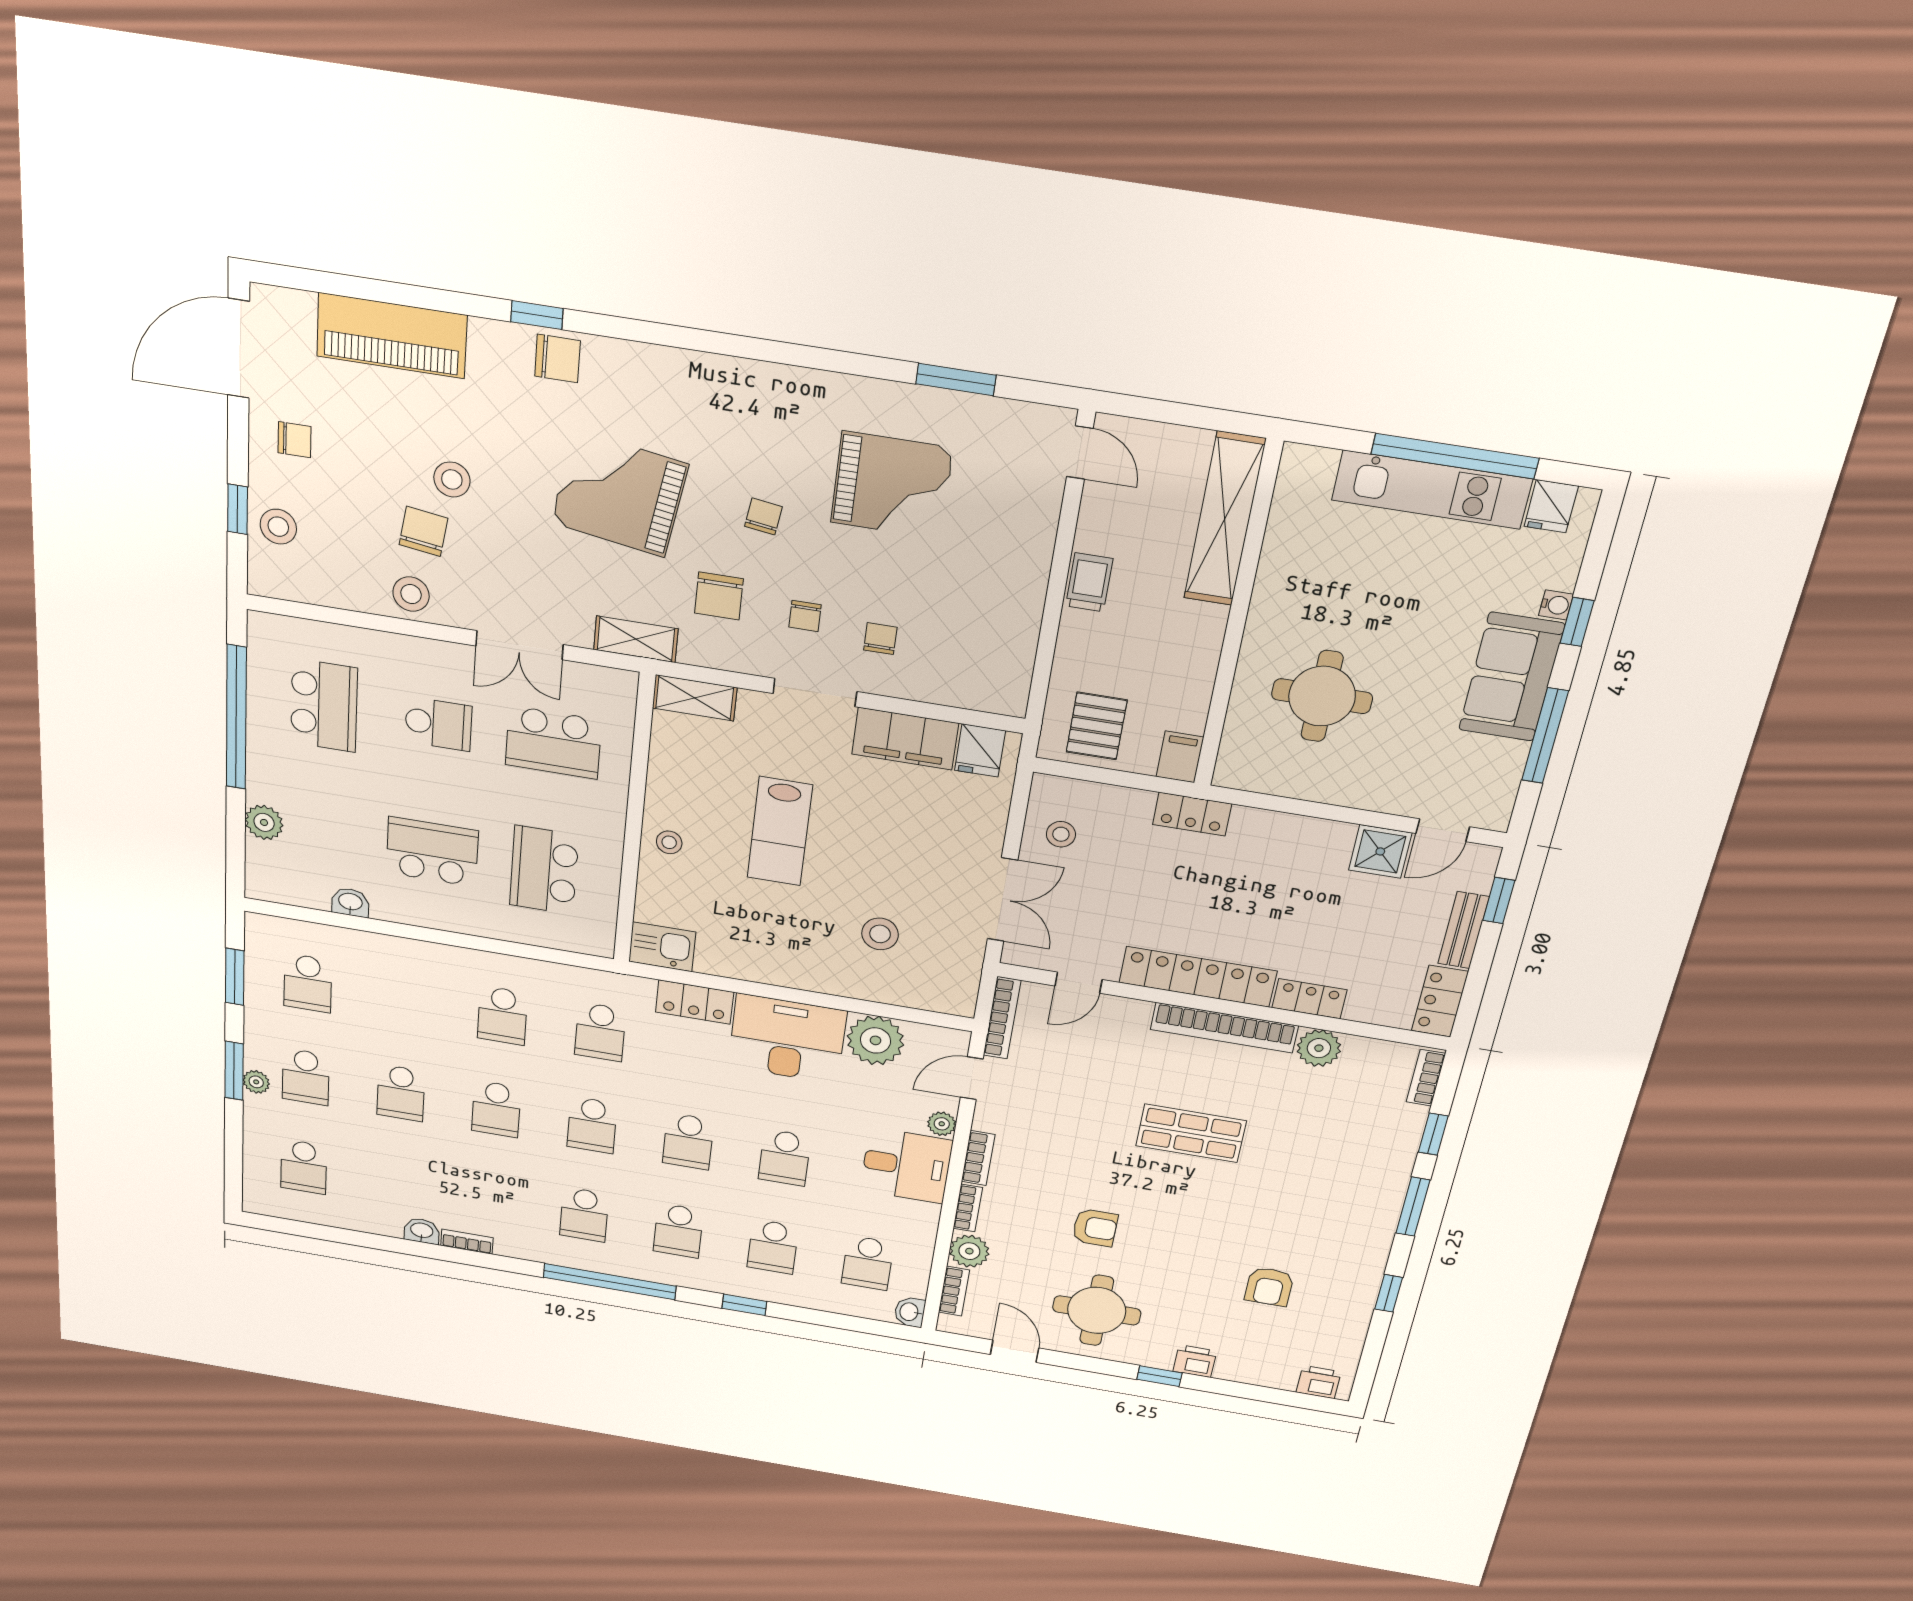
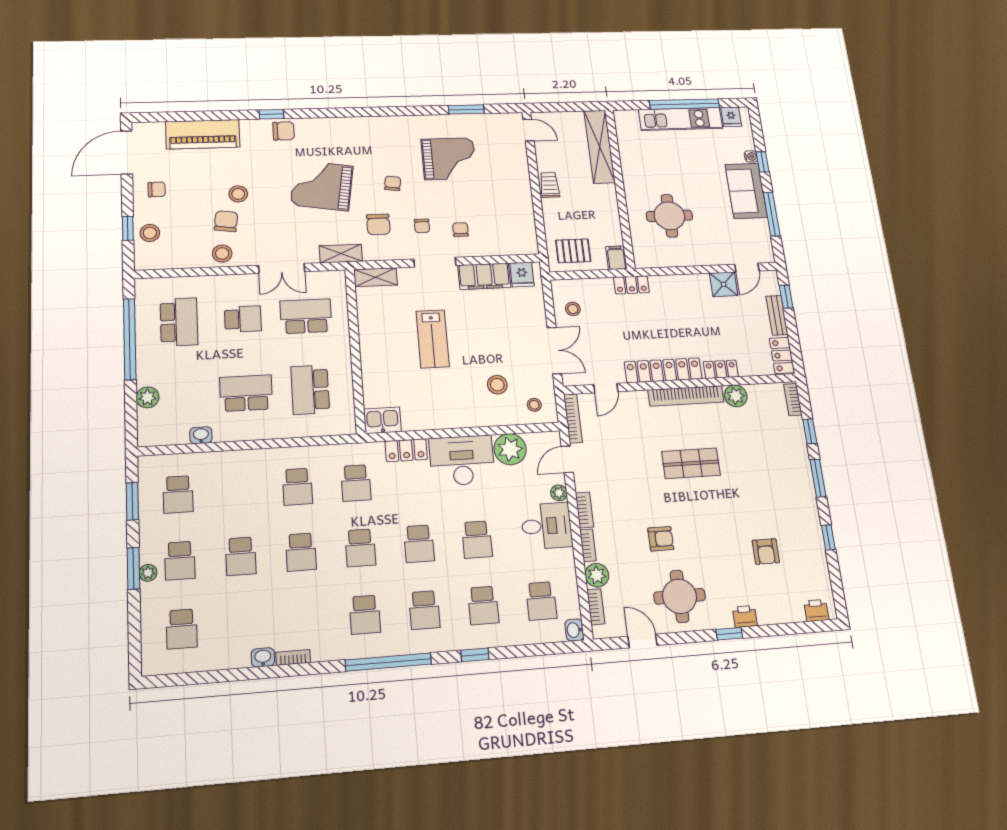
pallet: (1097, 726) -> (573, 251), turned 90
school desk: (553, 742) -> (306, 316), turned 180
stool: (669, 842) -> (534, 405), moved

